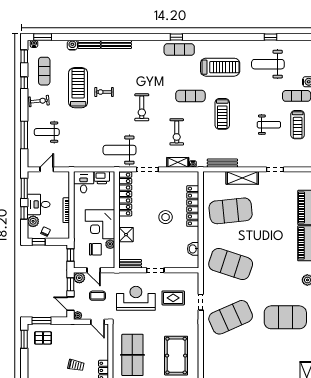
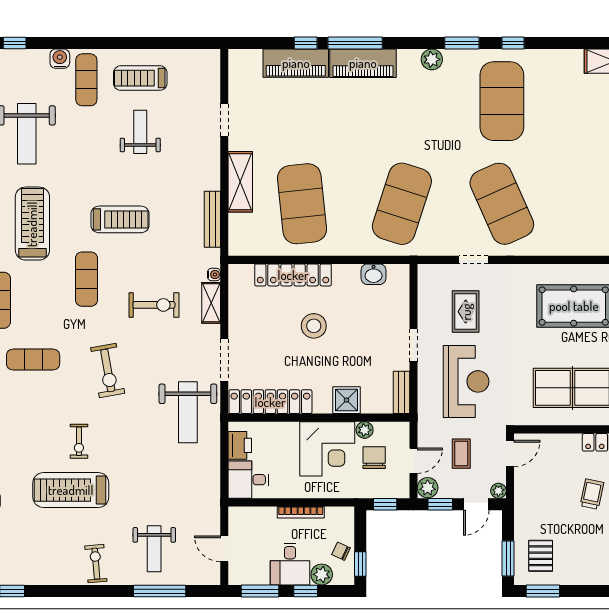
exercise mat: (44, 71) -> (33, 360), moved
window: (24, 83) -> (62, 591), removed
exercise bike: (142, 107) -> (108, 370), turned 80
treadmill: (298, 125) -> (140, 78), turned 180
reception desk: (136, 298) -> (466, 381), turned 180

